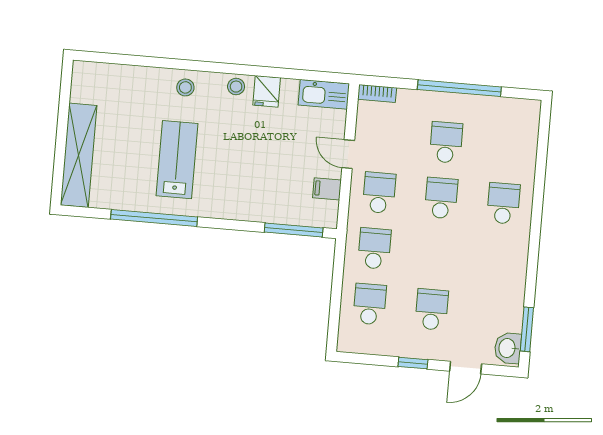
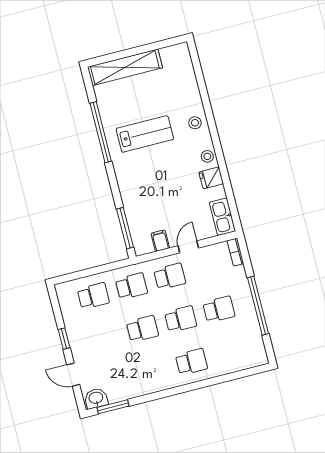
school desk: (432, 309) -> (142, 329), moved

